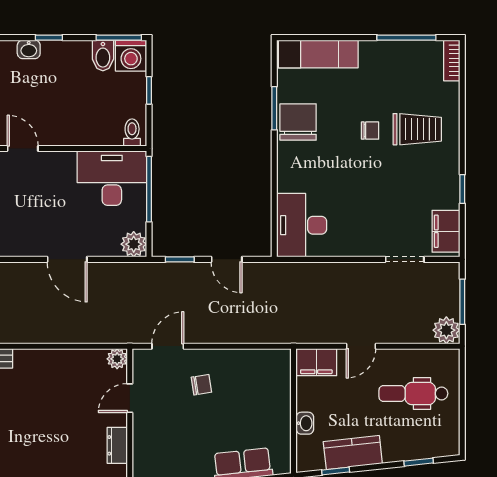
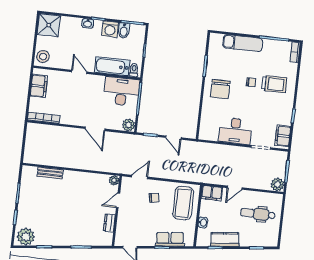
exam couch: (318, 54) -> (243, 43), moved
washing machine: (131, 56) -> (110, 29), moved
chair: (298, 122) -> (220, 89), moved, turned 180
bathtub: (88, 130) -> (112, 66), added
desk: (302, 225) -> (235, 131), moved, turned -90
coffee table: (261, 389) -> (183, 203), added

